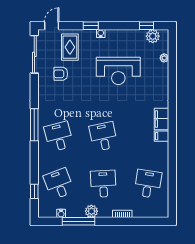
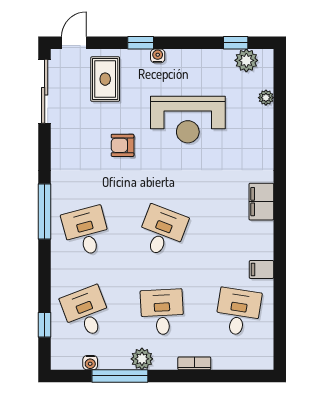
armchair: (61, 74) -> (123, 145), moved
desk: (103, 136) -> (162, 231), turned 33
filing cabinet: (162, 136) -> (261, 269), moved

